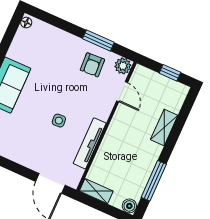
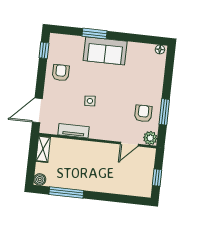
armchair: (92, 65) -> (143, 113), turned 93
shelving: (164, 127) -> (112, 187), removed
armchair: (16, 143) -> (61, 73), added
tv unit: (90, 143) -> (74, 131), width x0.71

